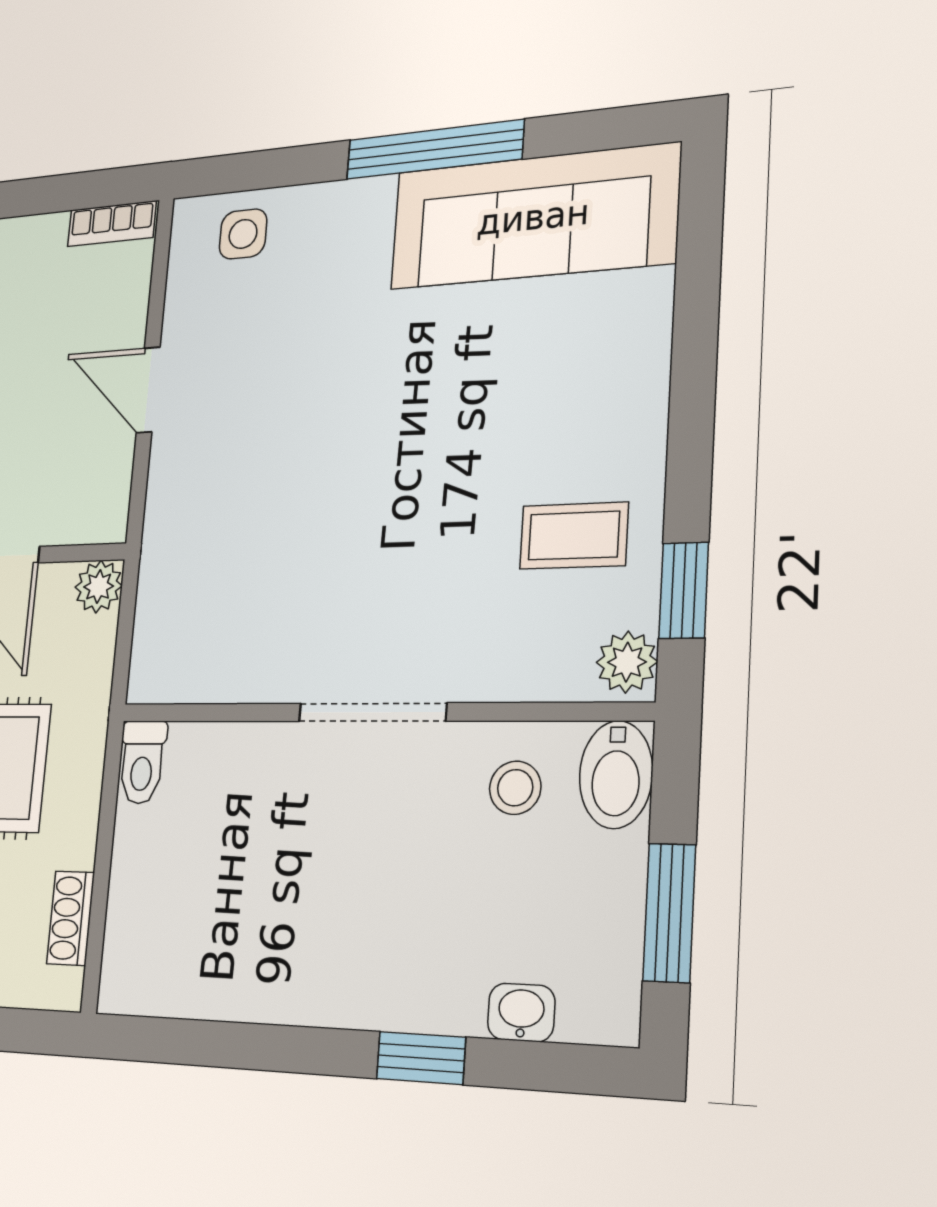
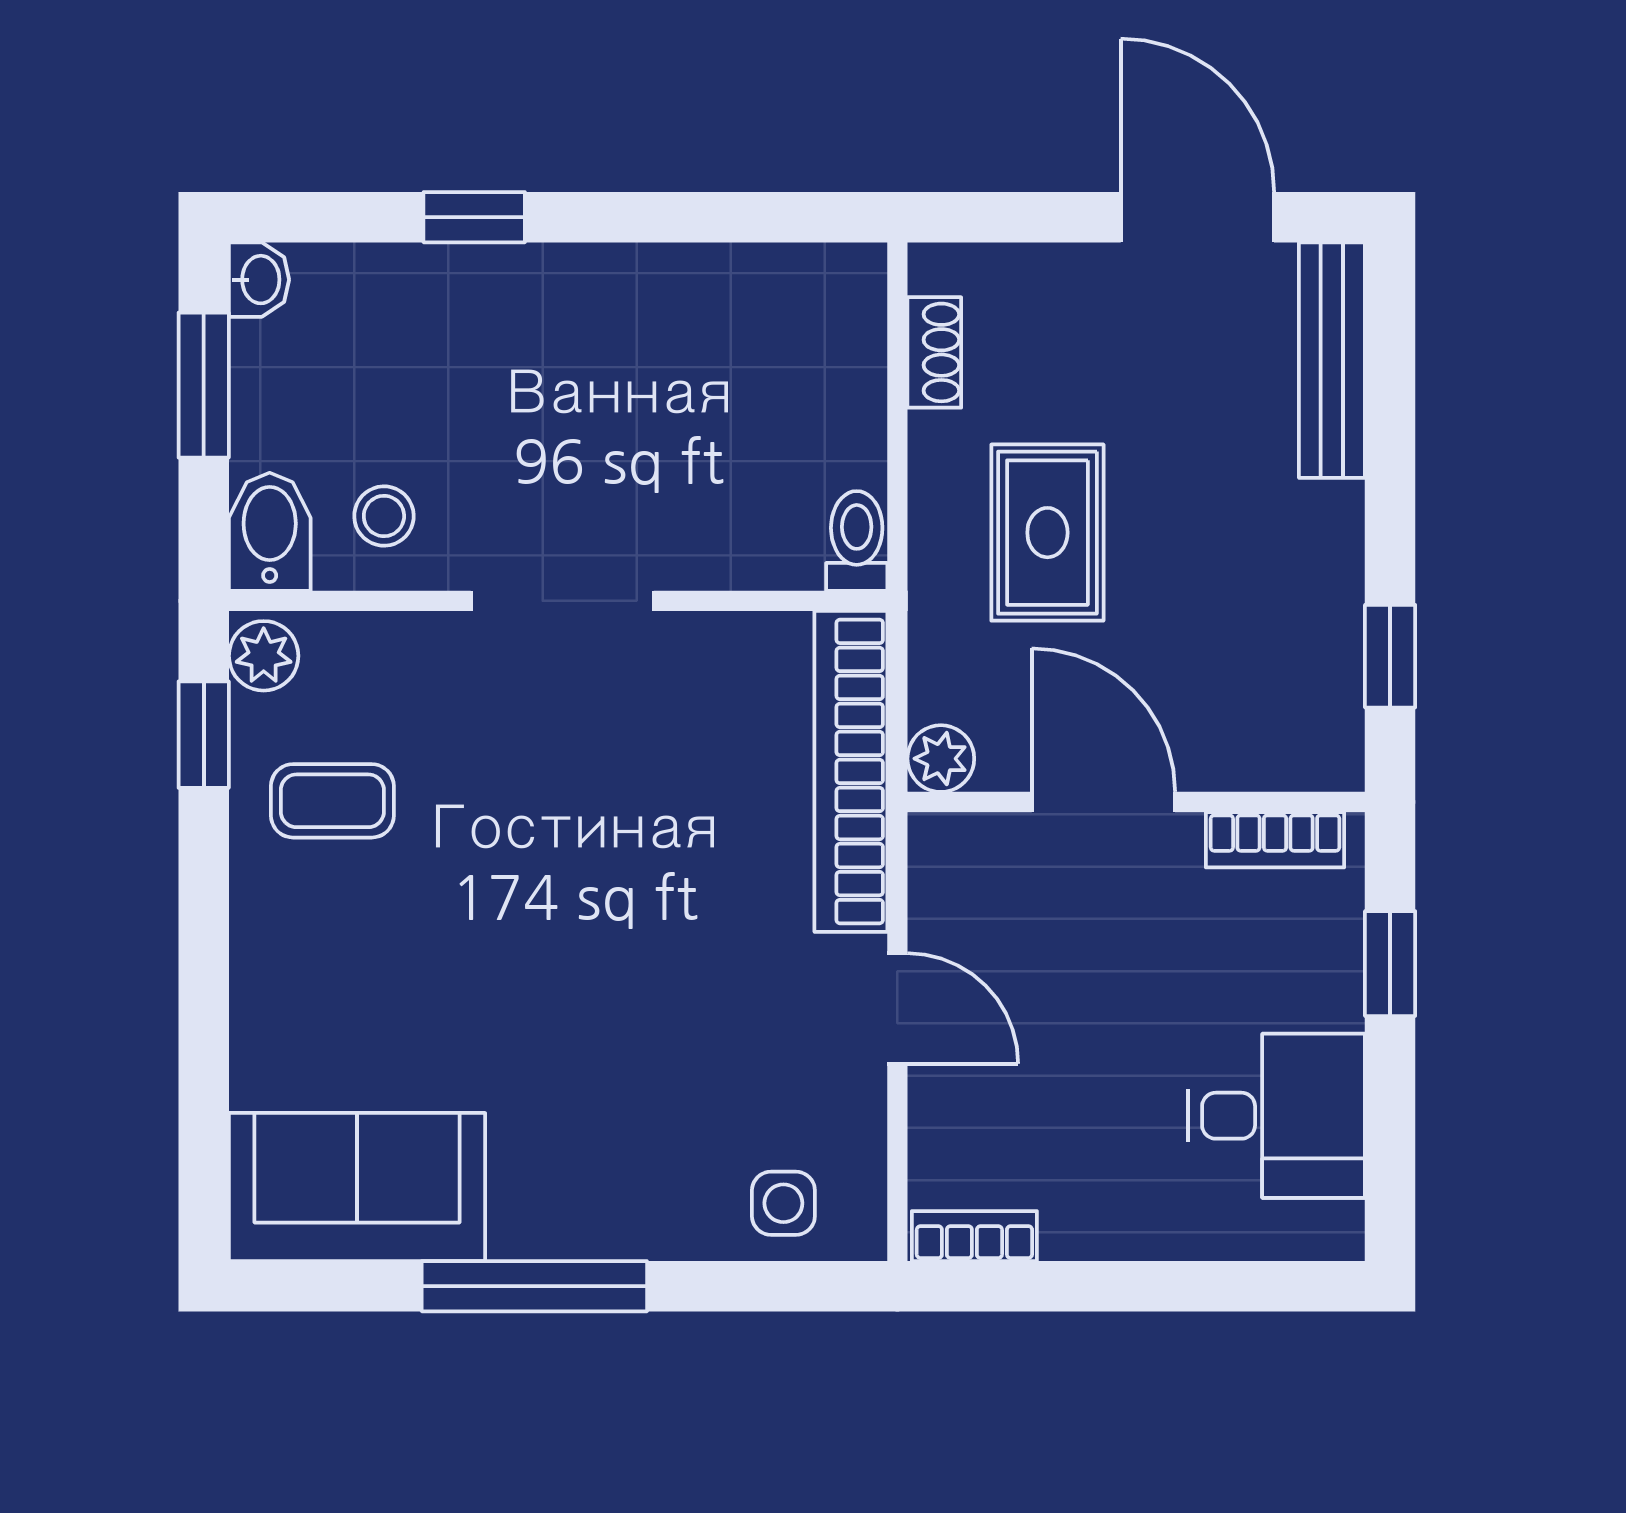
sofa: (533, 217) -> (357, 1187), width x0.73
bookcase: (164, 574) -> (851, 771), added
washbasin: (521, 1012) -> (259, 280), moved, turned -90

